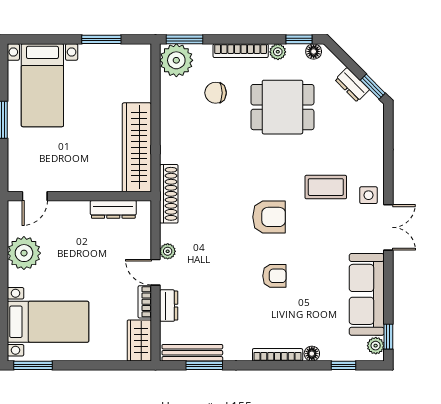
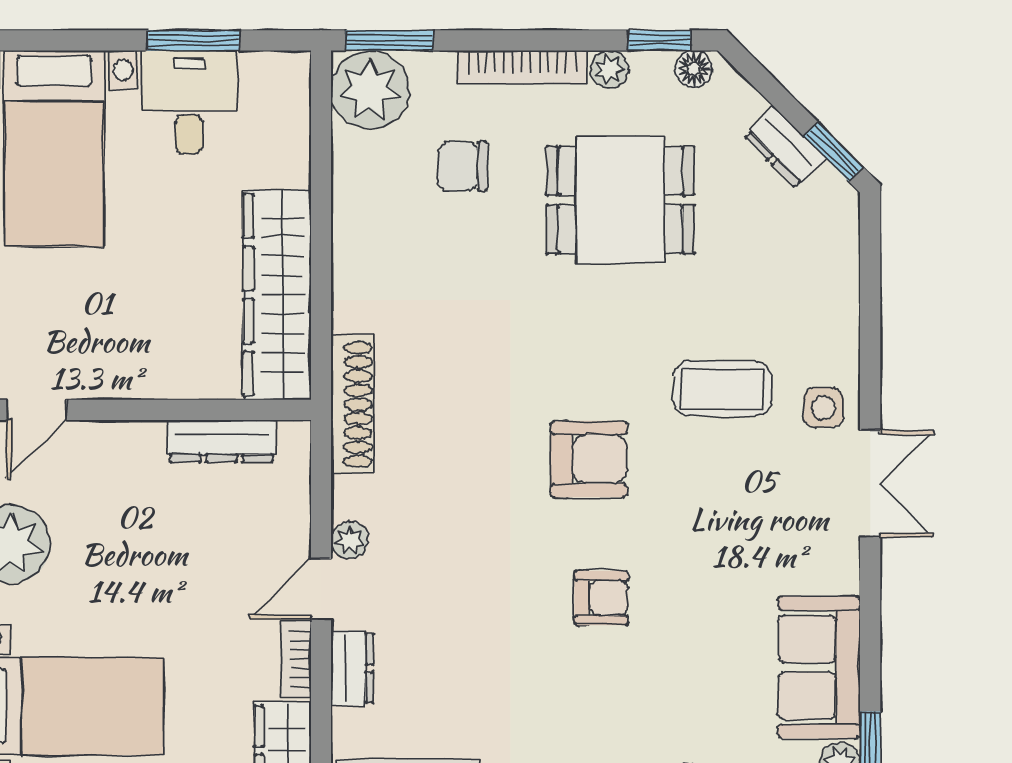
desk: (100, 66) -> (189, 102), added
door: (156, 272) -> (321, 589), hinge flipped
sofa: (367, 294) -> (819, 667), width x0.73

